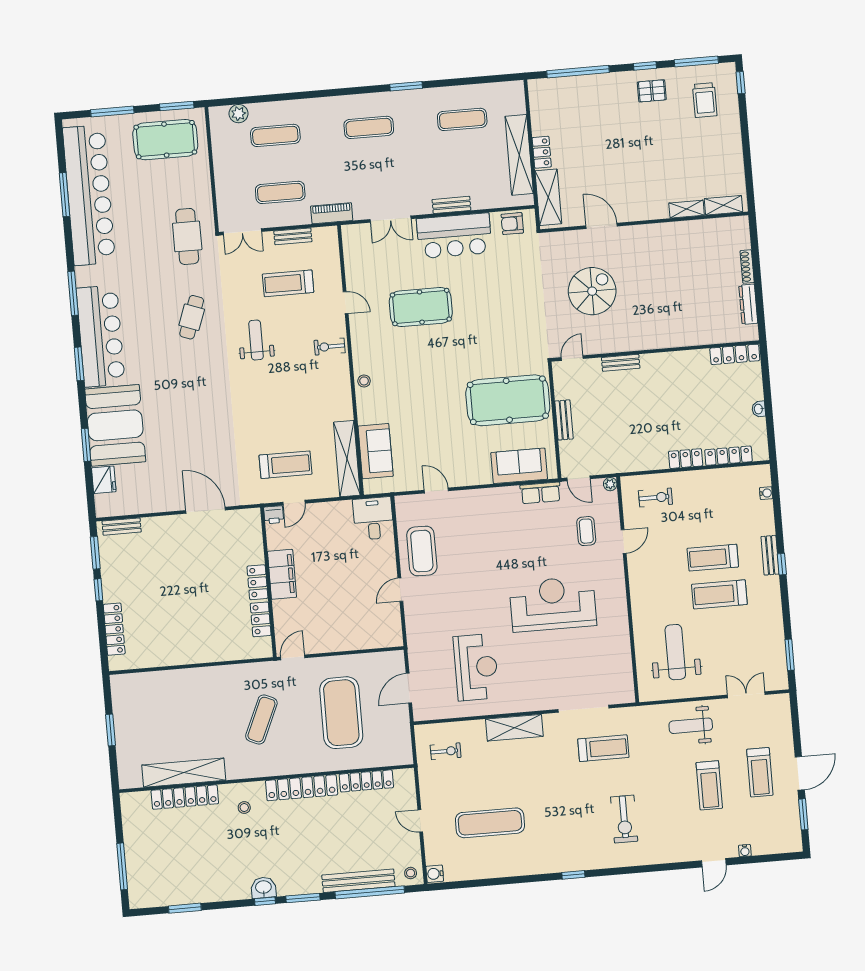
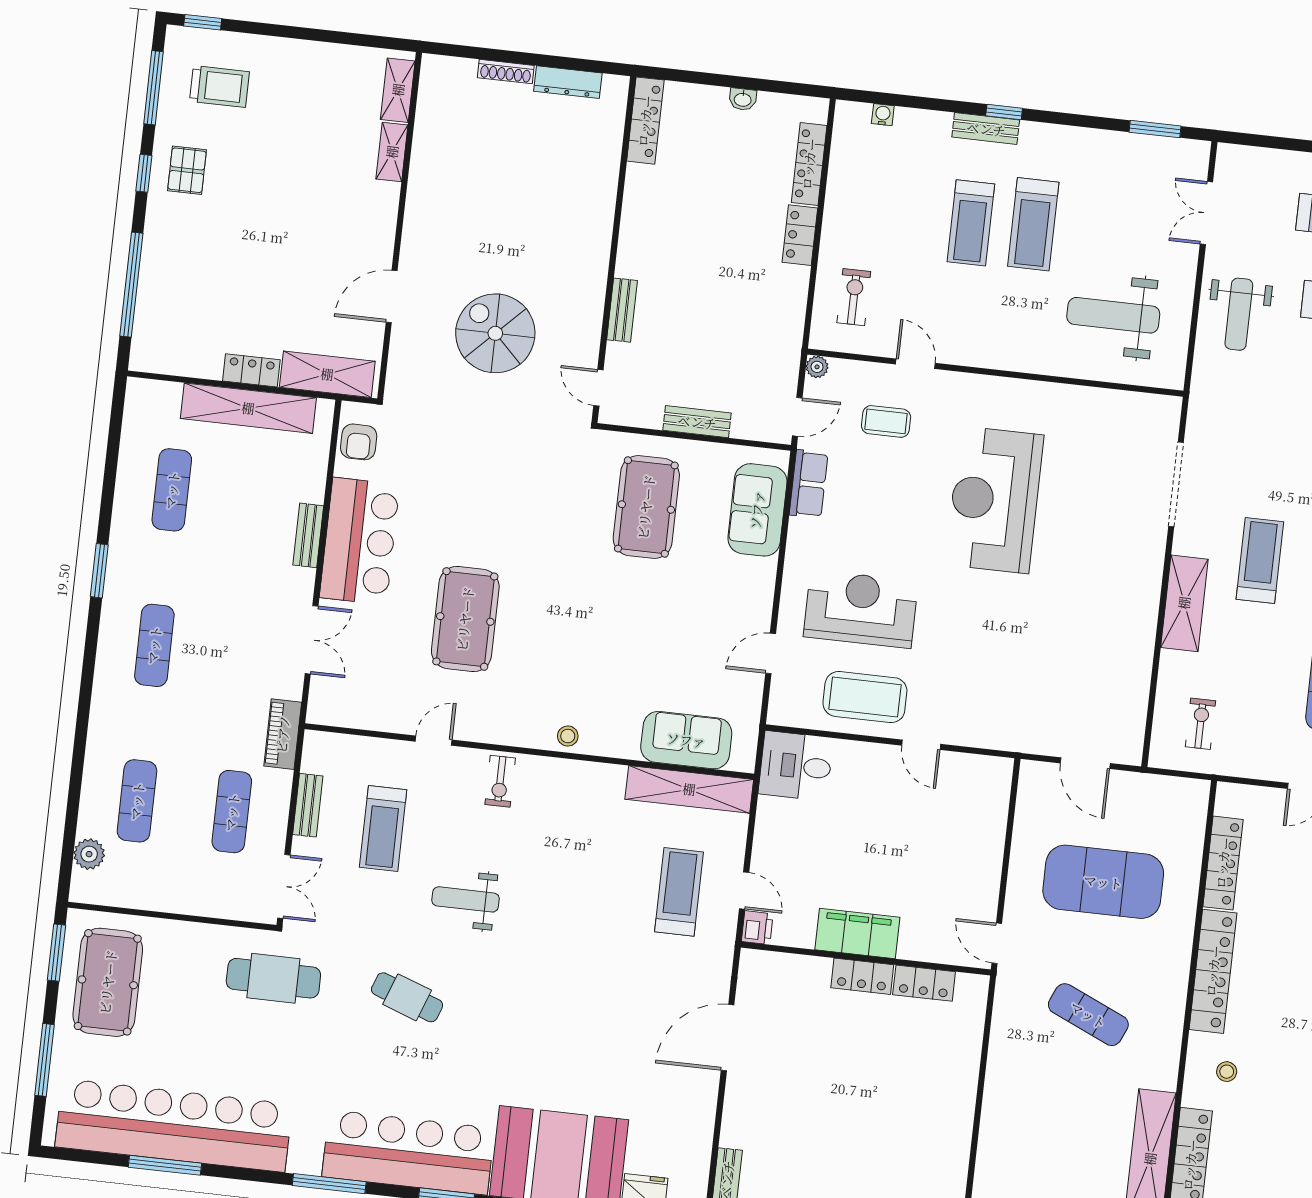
pool table: (508, 400) -> (646, 507), width x0.73, depth x0.76
reception desk: (476, 667) -> (861, 609), moved
treadmill: (603, 748) -> (1260, 561), moved

